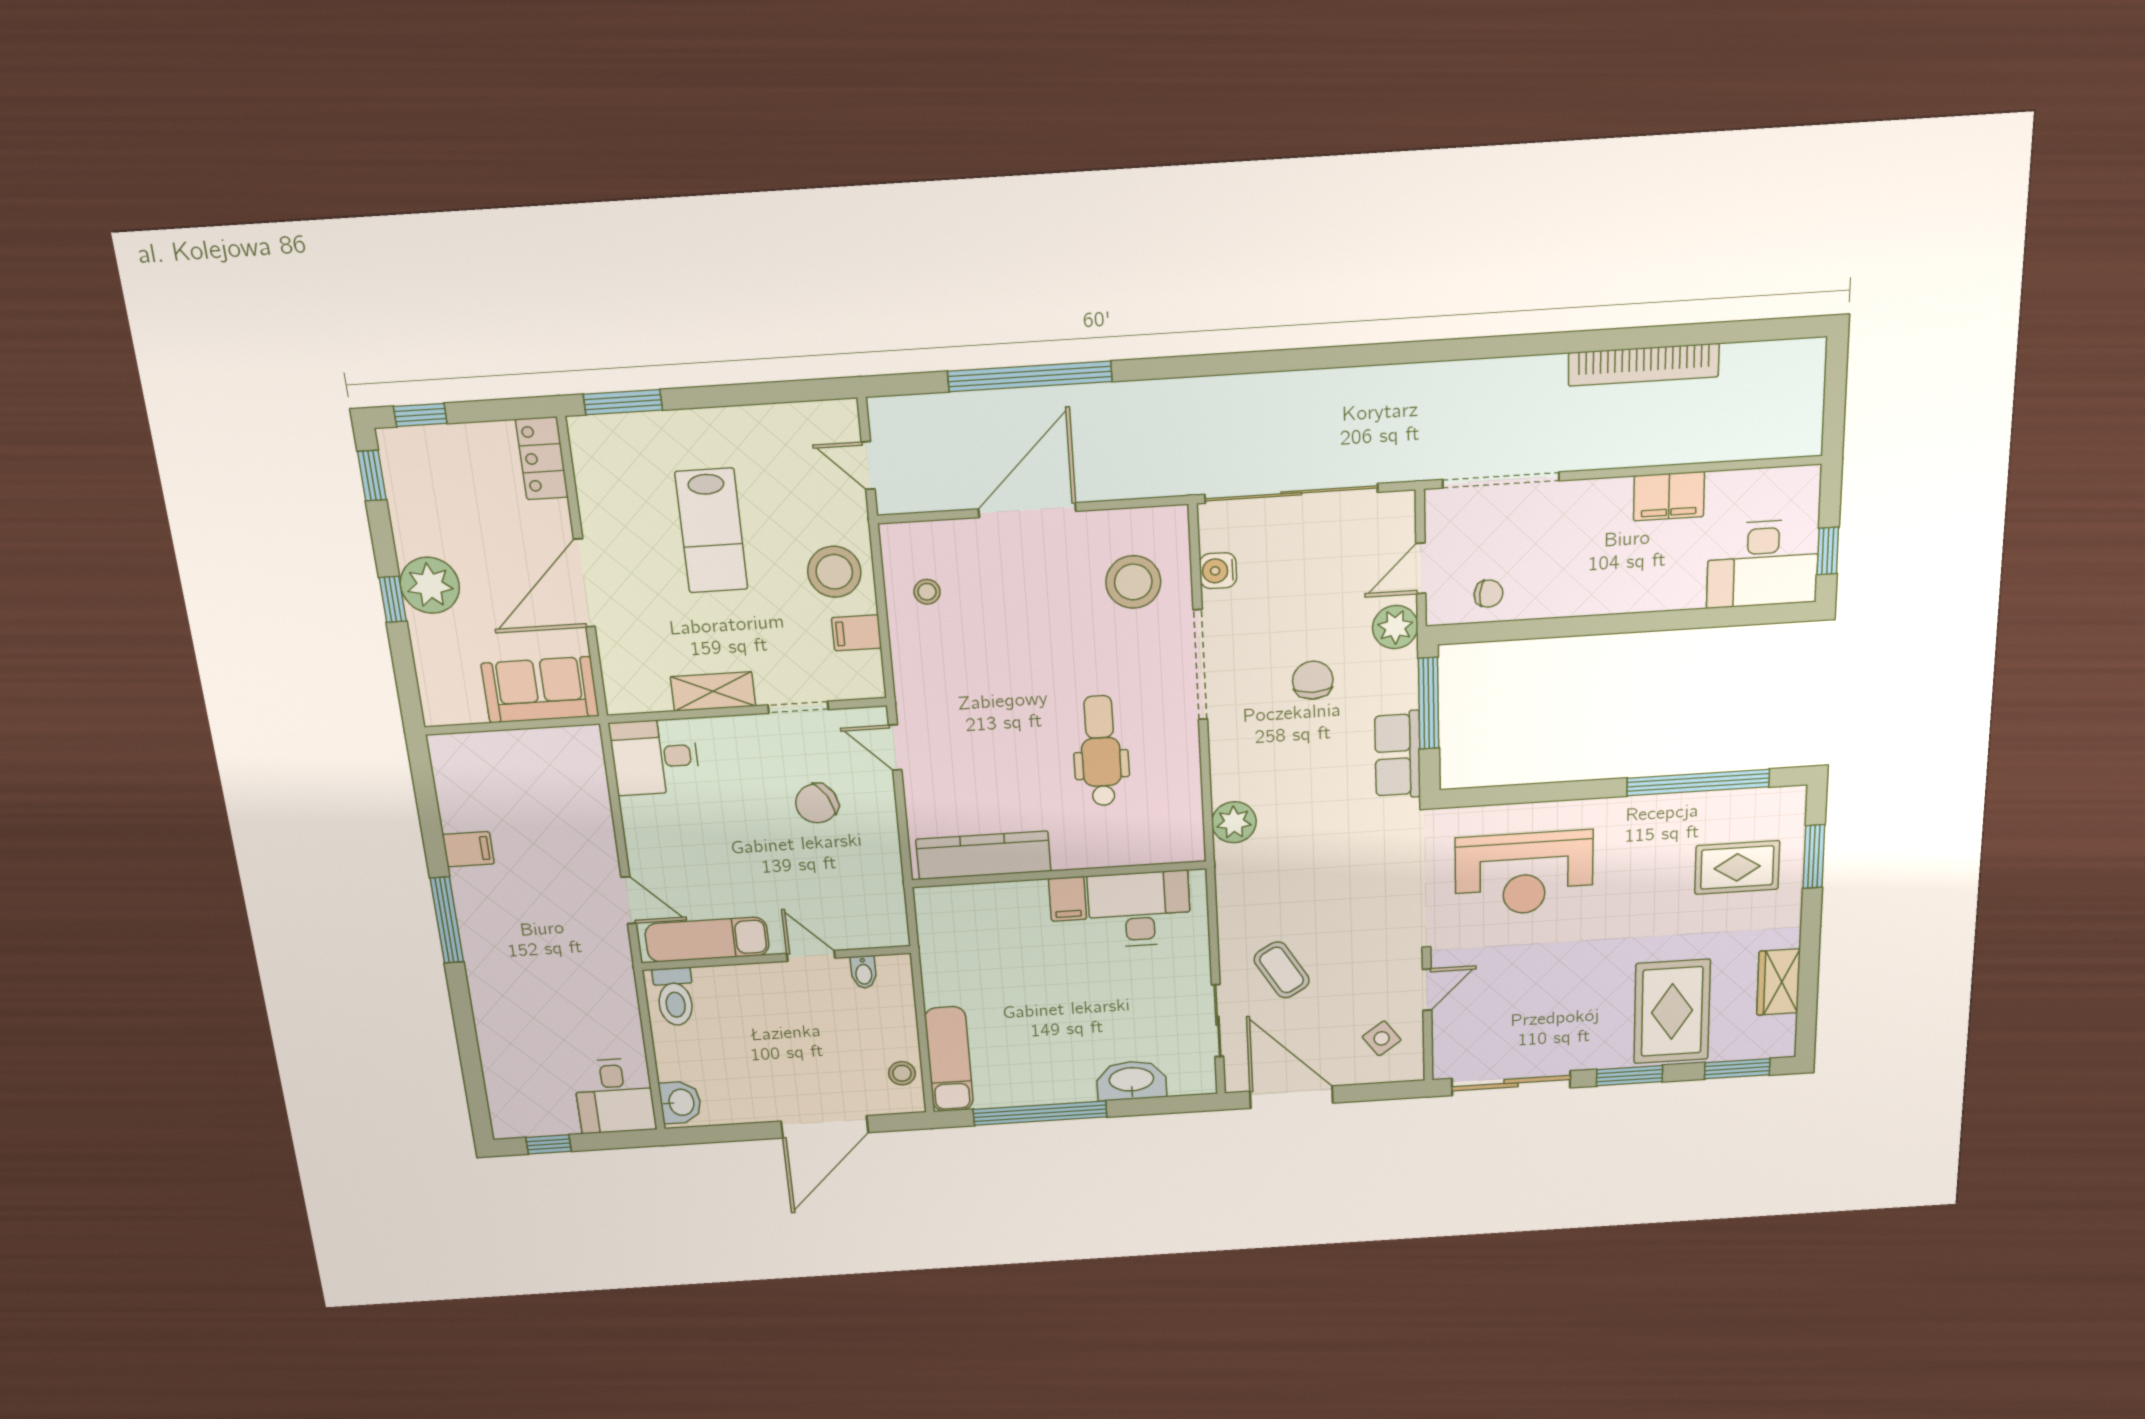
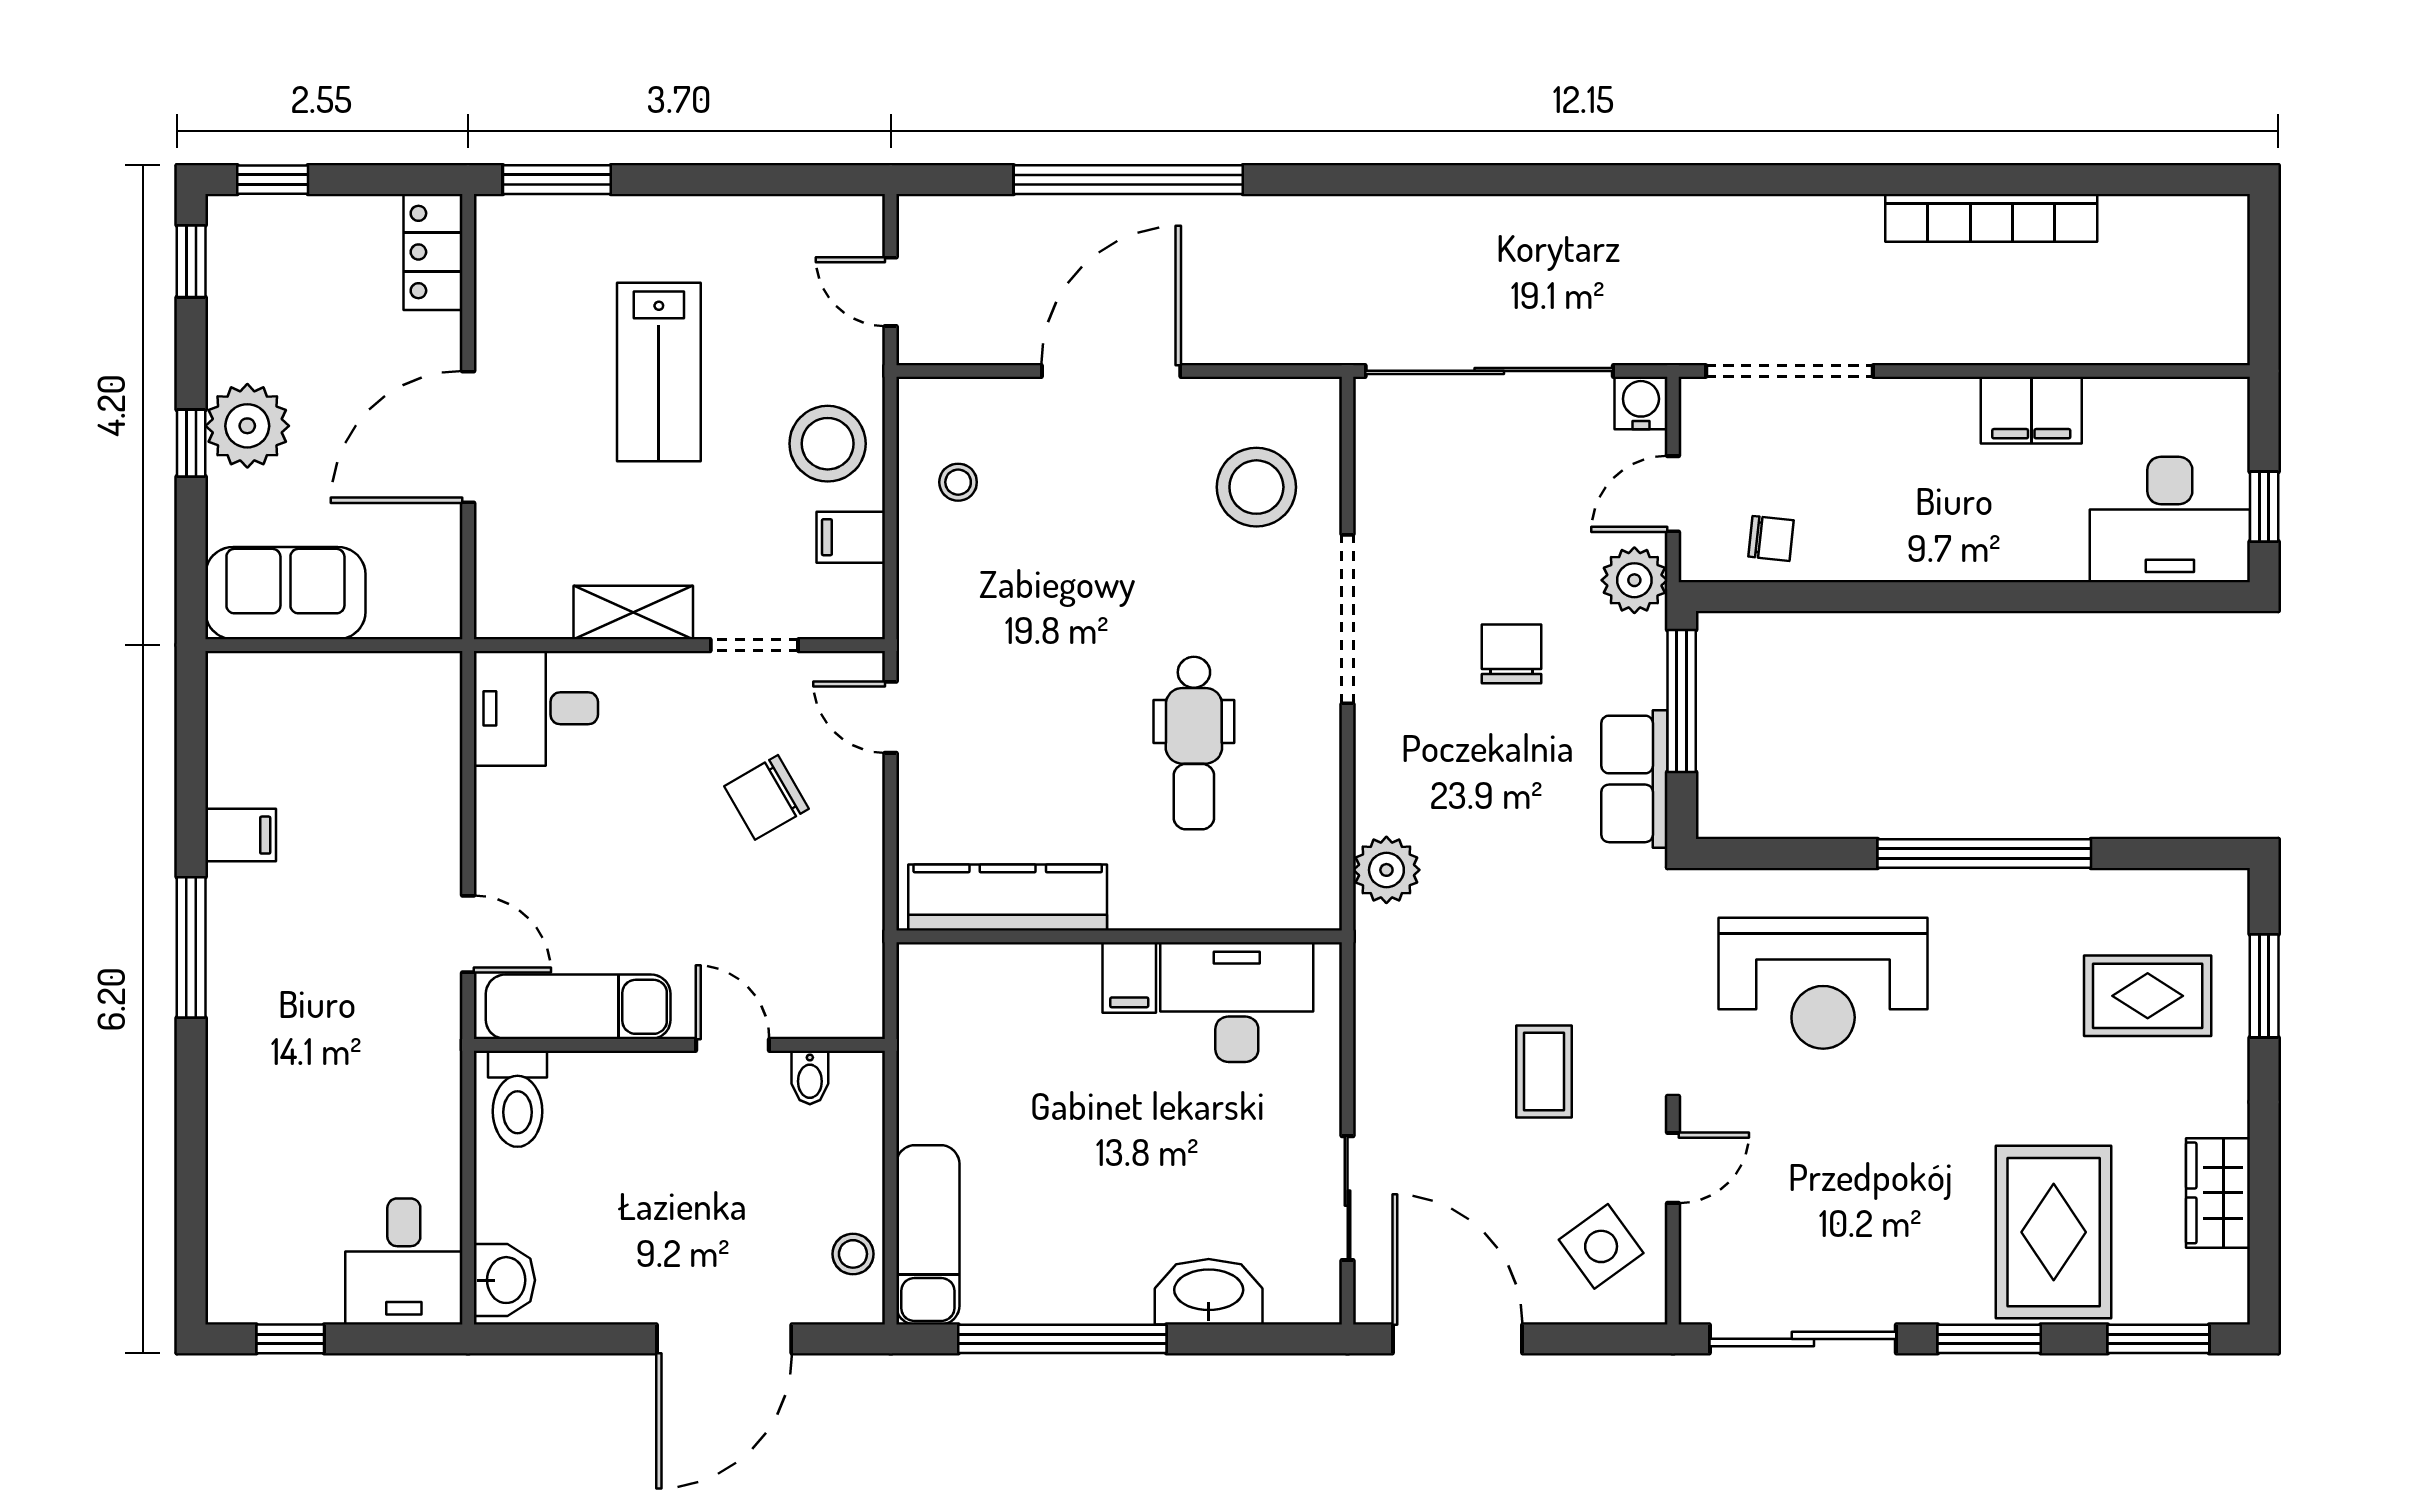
water cooler: (1218, 571) -> (1641, 403), moved, turned 90
sofa: (540, 690) -> (285, 593), moved
dental chair: (1101, 751) -> (1194, 743), turned 180
window: (1698, 783) -> (1984, 854), moved
coffee table: (1282, 970) -> (1544, 1072), moved, turned 31
side table: (1382, 1038) -> (1601, 1246), width x1.37, depth x1.37

